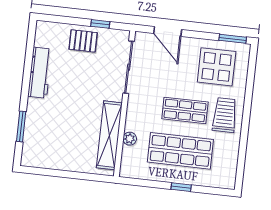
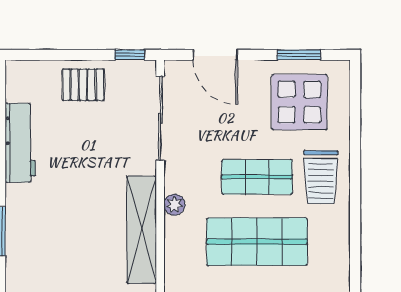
window: (100, 24) -> (130, 55), moved
window: (233, 39) -> (299, 55), moved
trolley: (225, 115) -> (321, 177), turned 180
plant: (130, 139) -> (174, 205), moved

